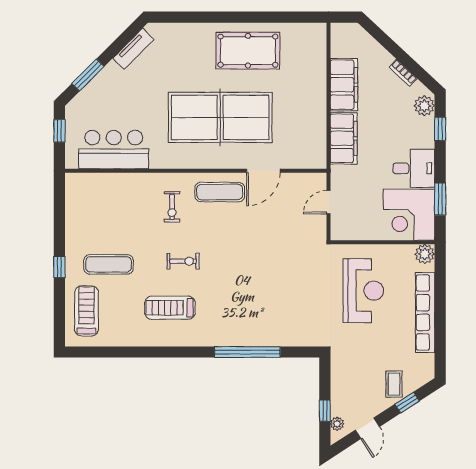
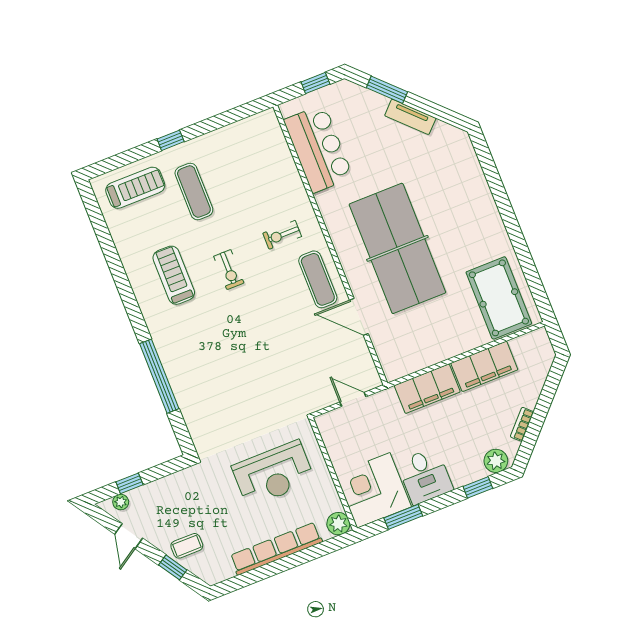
tv unit: (133, 49) -> (410, 117), moved
pool table: (248, 51) -> (499, 298), moved
door: (367, 428) -> (129, 536), hinge flipped

